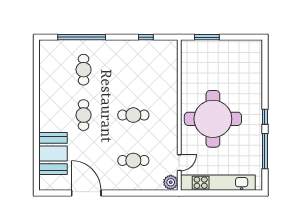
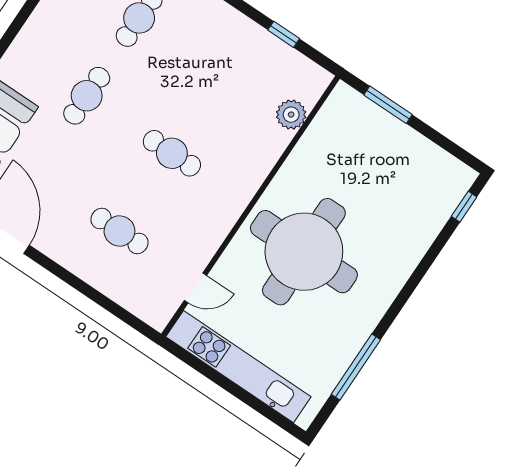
window: (265, 117) -> (464, 207), moved
plant: (171, 182) -> (291, 115), moved

